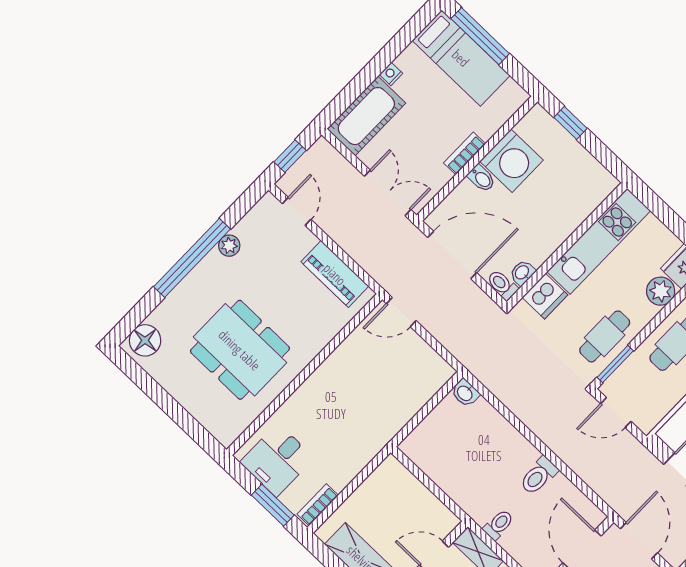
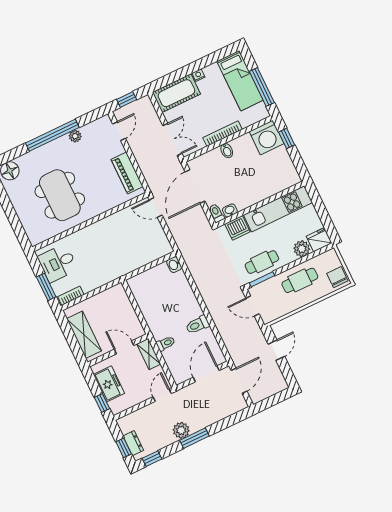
window: (480, 36) -> (262, 87), moved
bookcase: (465, 153) -> (223, 134), width x1.56
washing machine: (511, 161) -> (267, 137), moved
door: (452, 255) -> (195, 187), swing flipped

